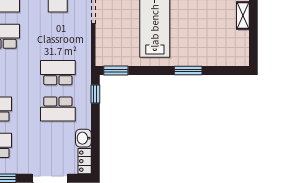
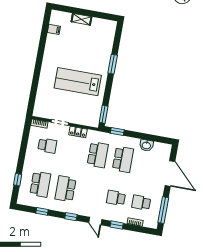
school desk: (58, 73) -> (98, 155), turned 180
locker: (85, 161) -> (78, 132), moved

